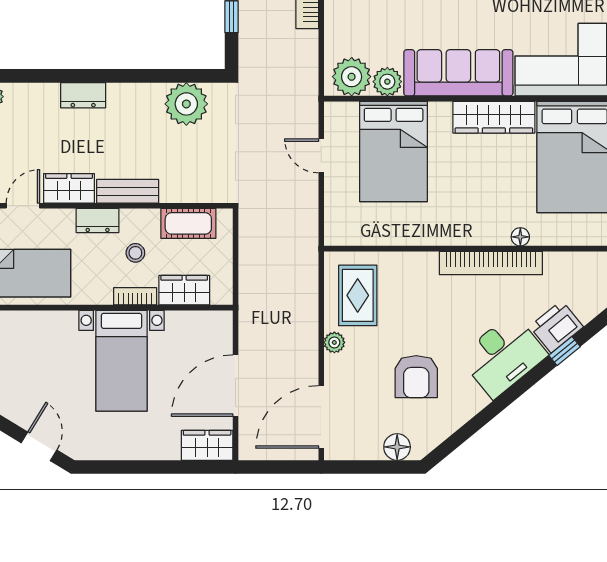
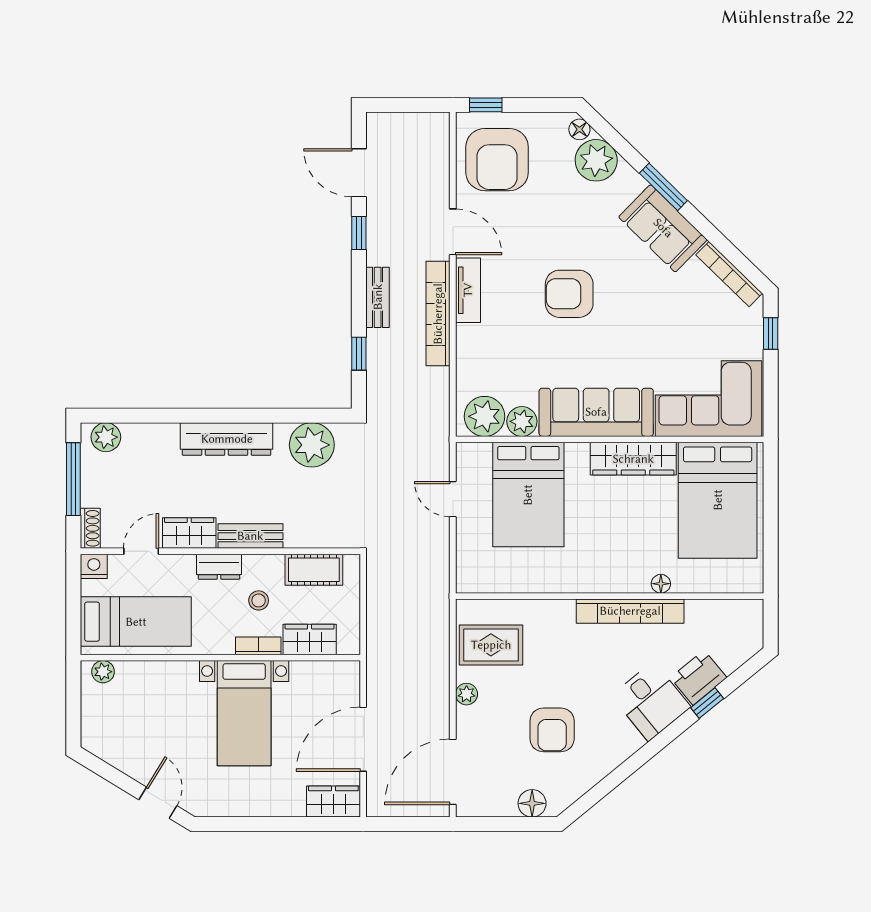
dresser: (83, 95) -> (227, 439), width x1.96, depth x1.24
rug: (358, 295) -> (491, 645), turned 90
desk: (503, 356) -> (651, 701), width x0.73

